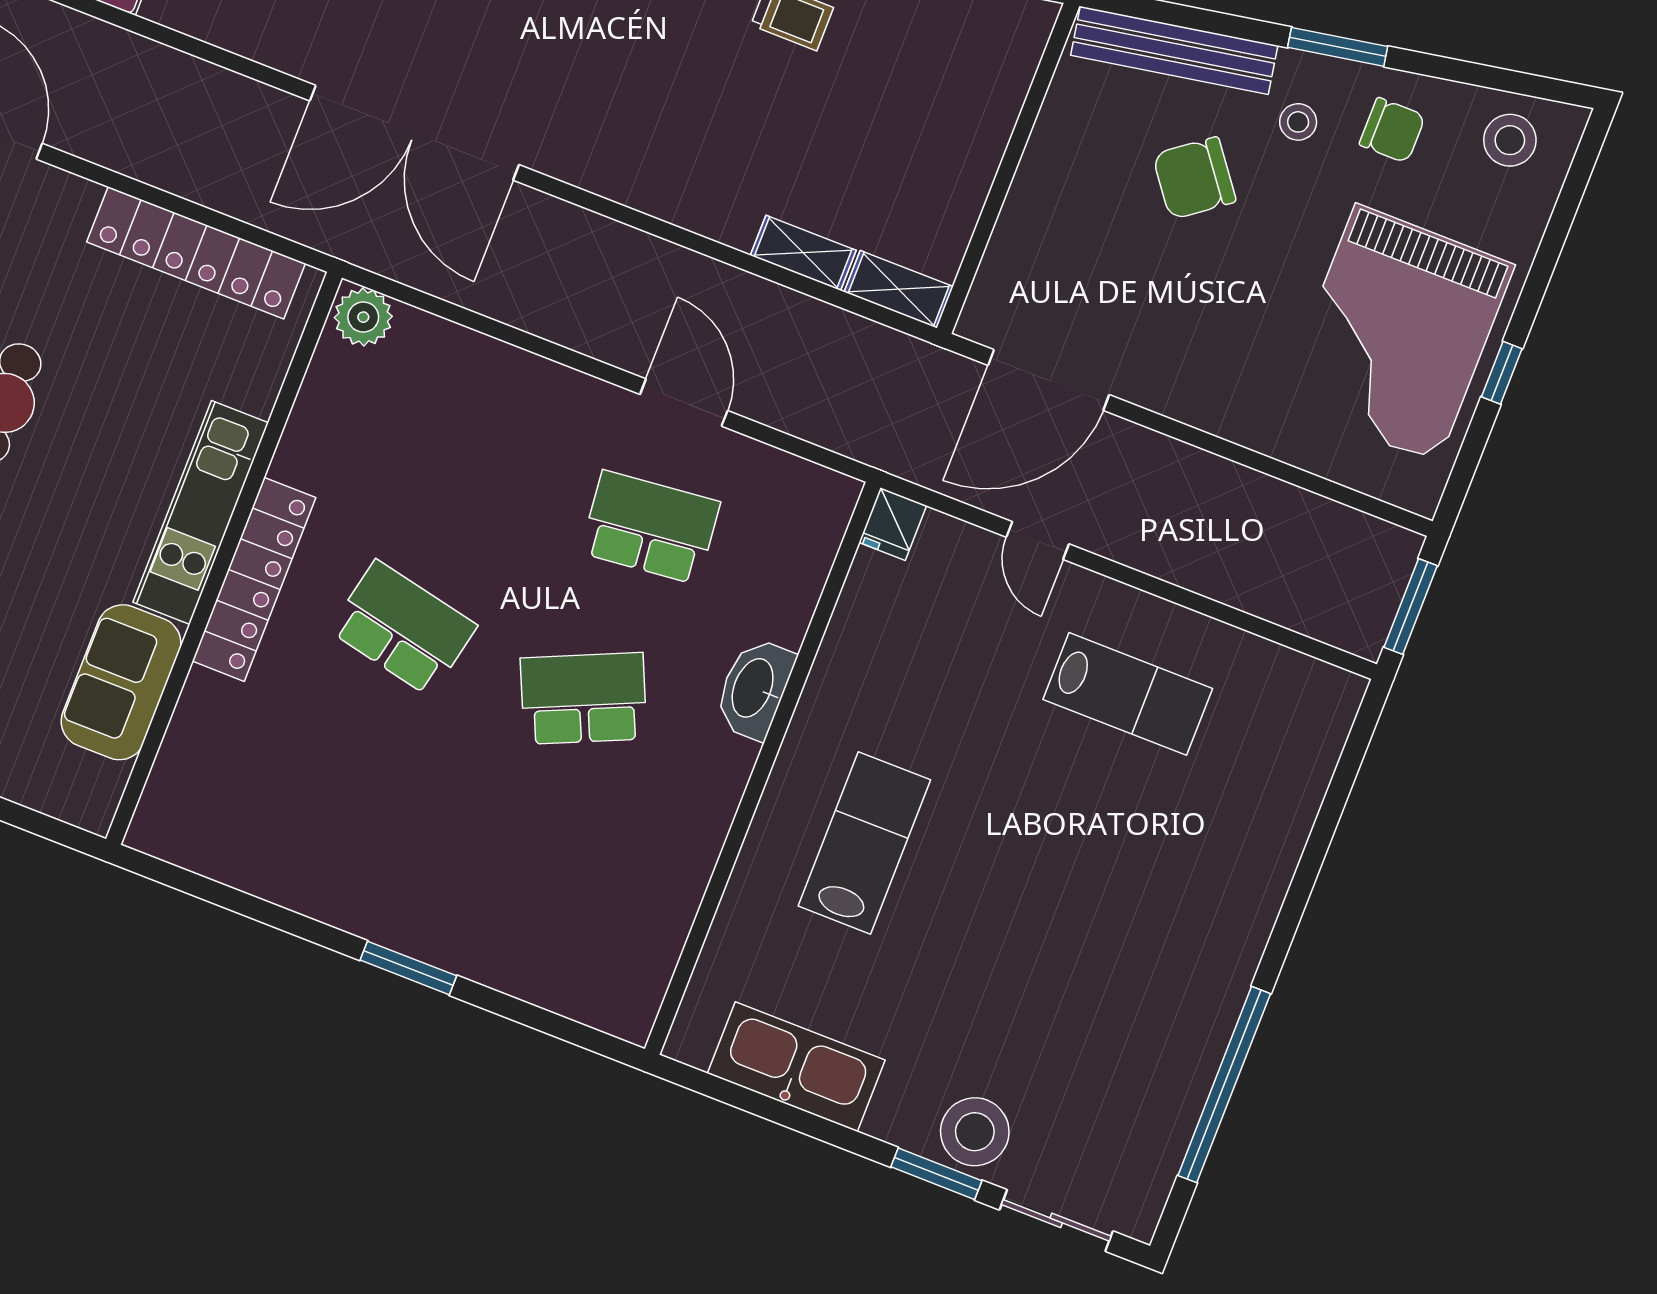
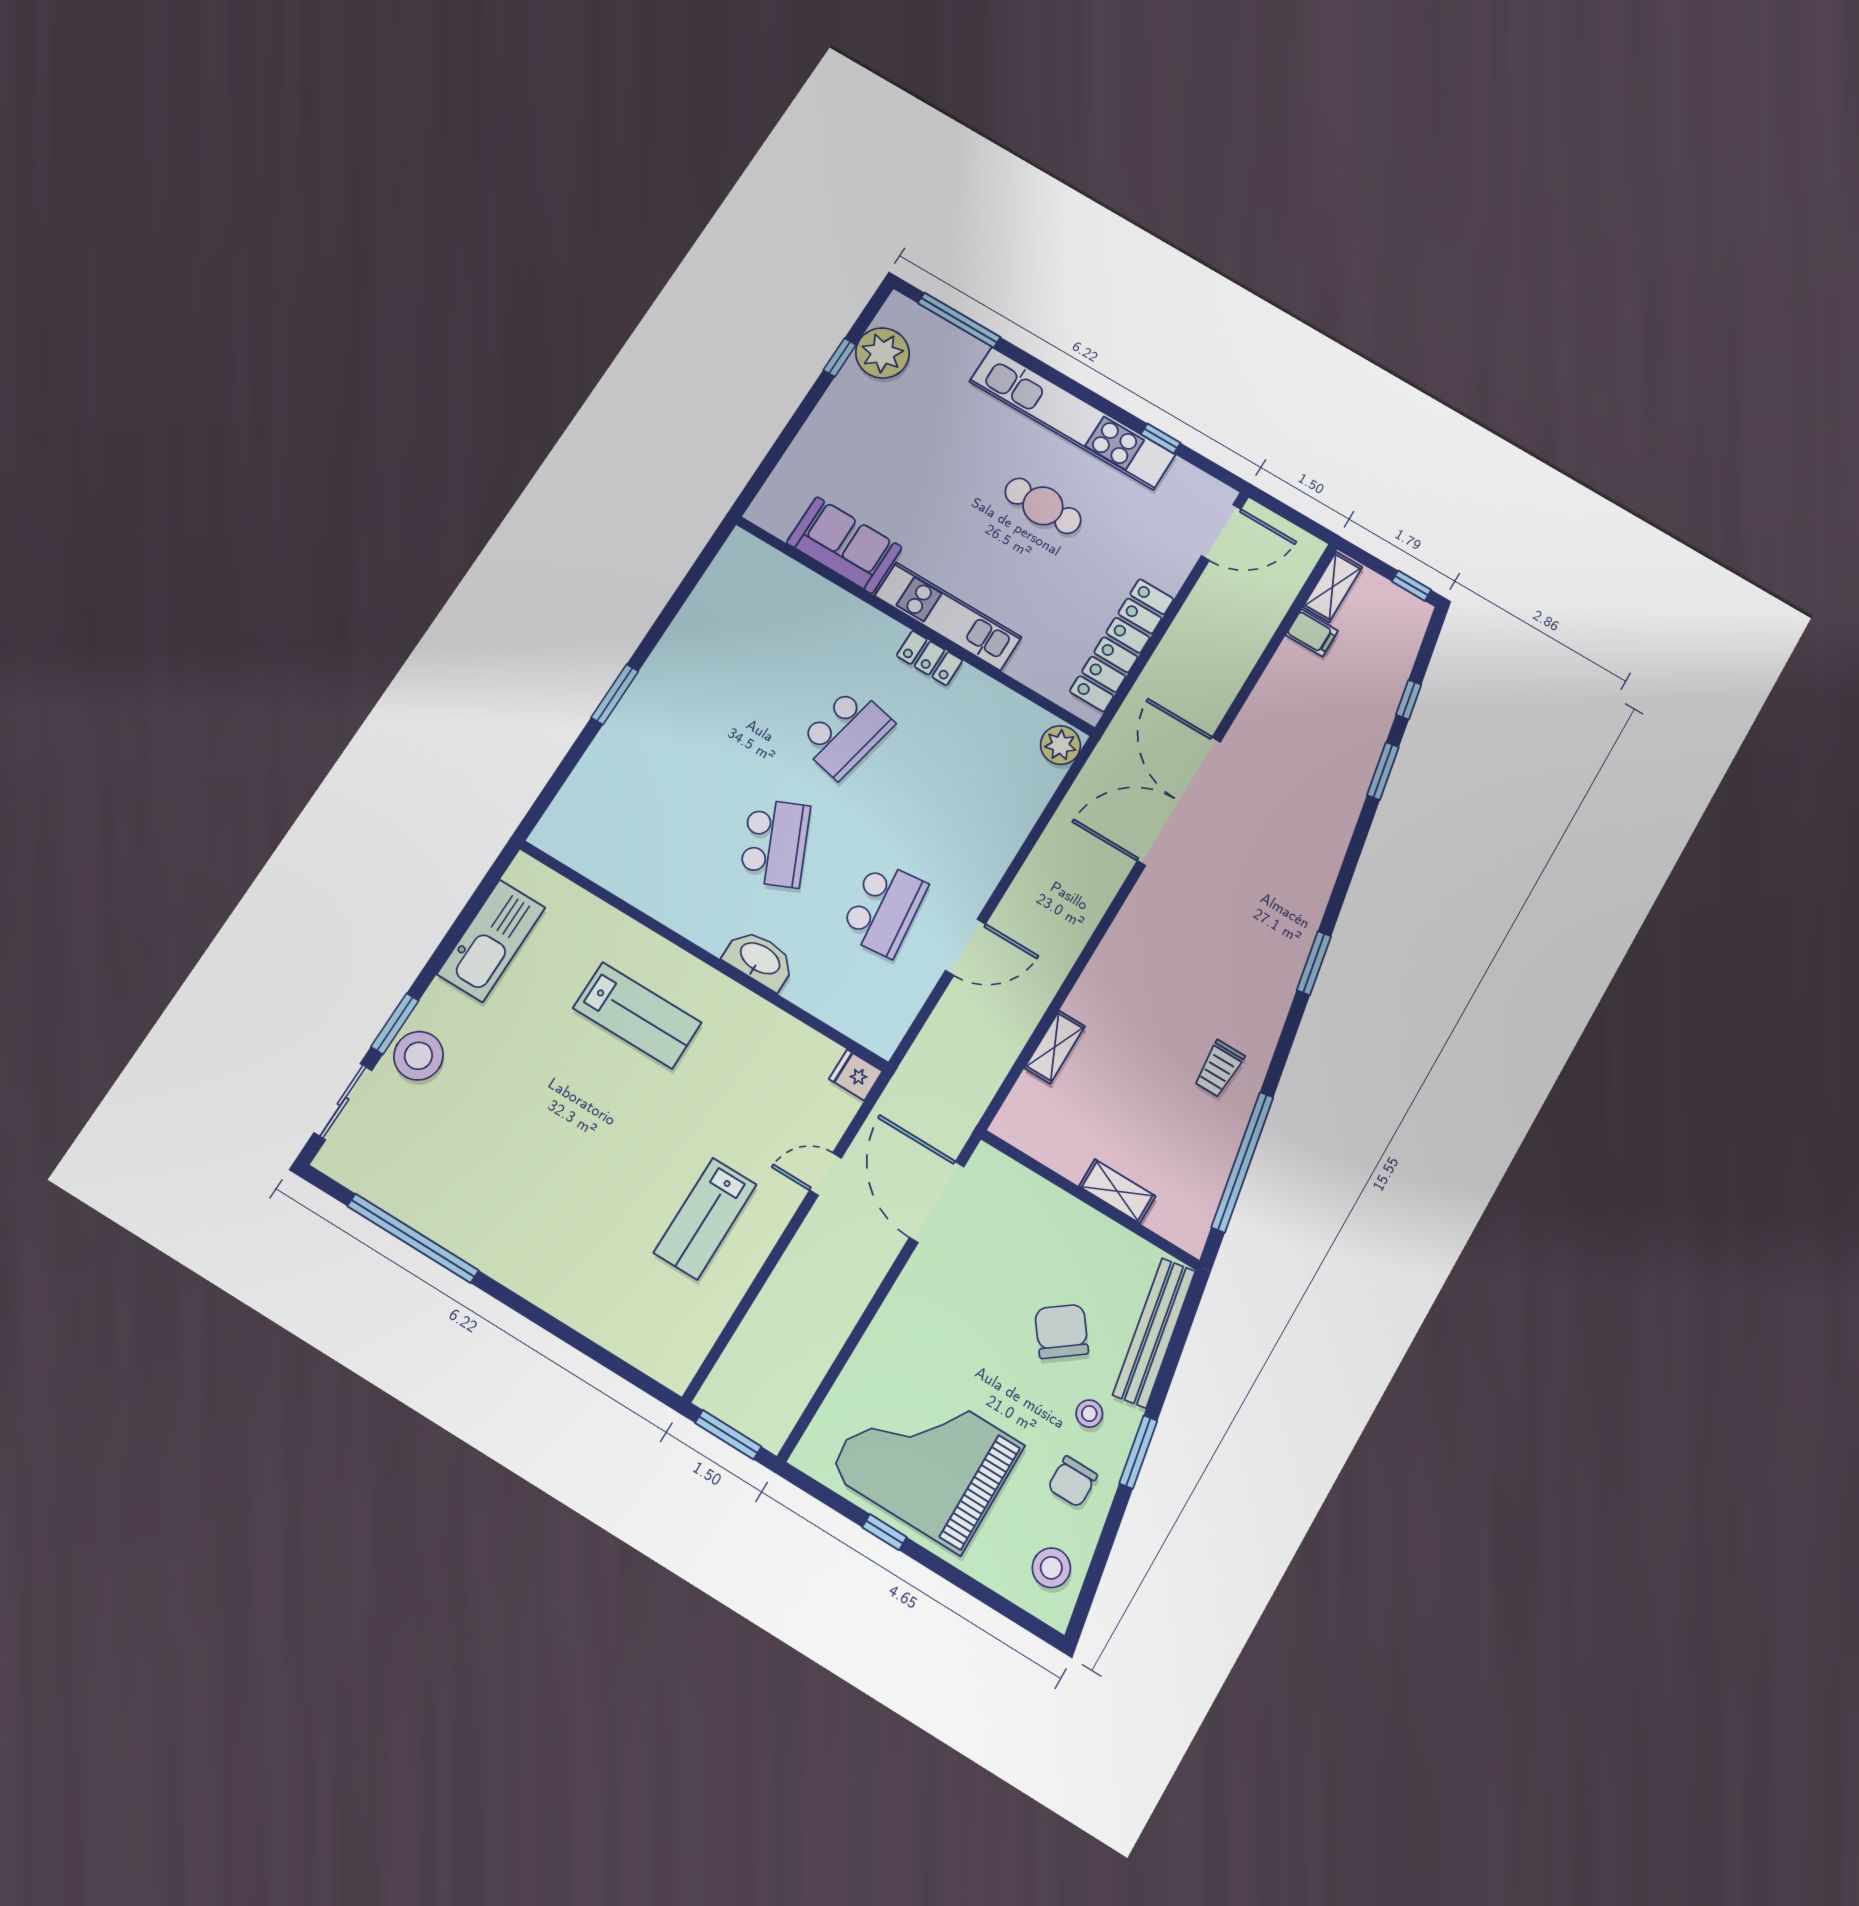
shelving: (899, 289) -> (1117, 1191), moved, turned 90
locker: (254, 579) -> (929, 658), width x0.46, depth x0.83

